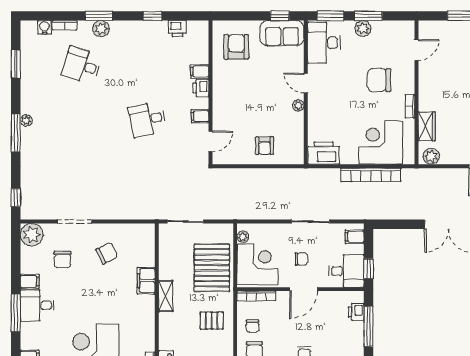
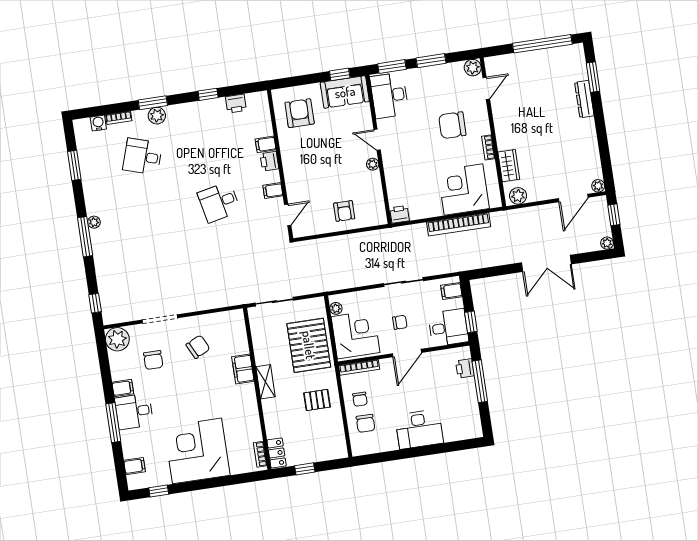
plant: (363, 28) -> (473, 68), moved
printer: (324, 153) -> (399, 214), width x0.53, depth x0.68

